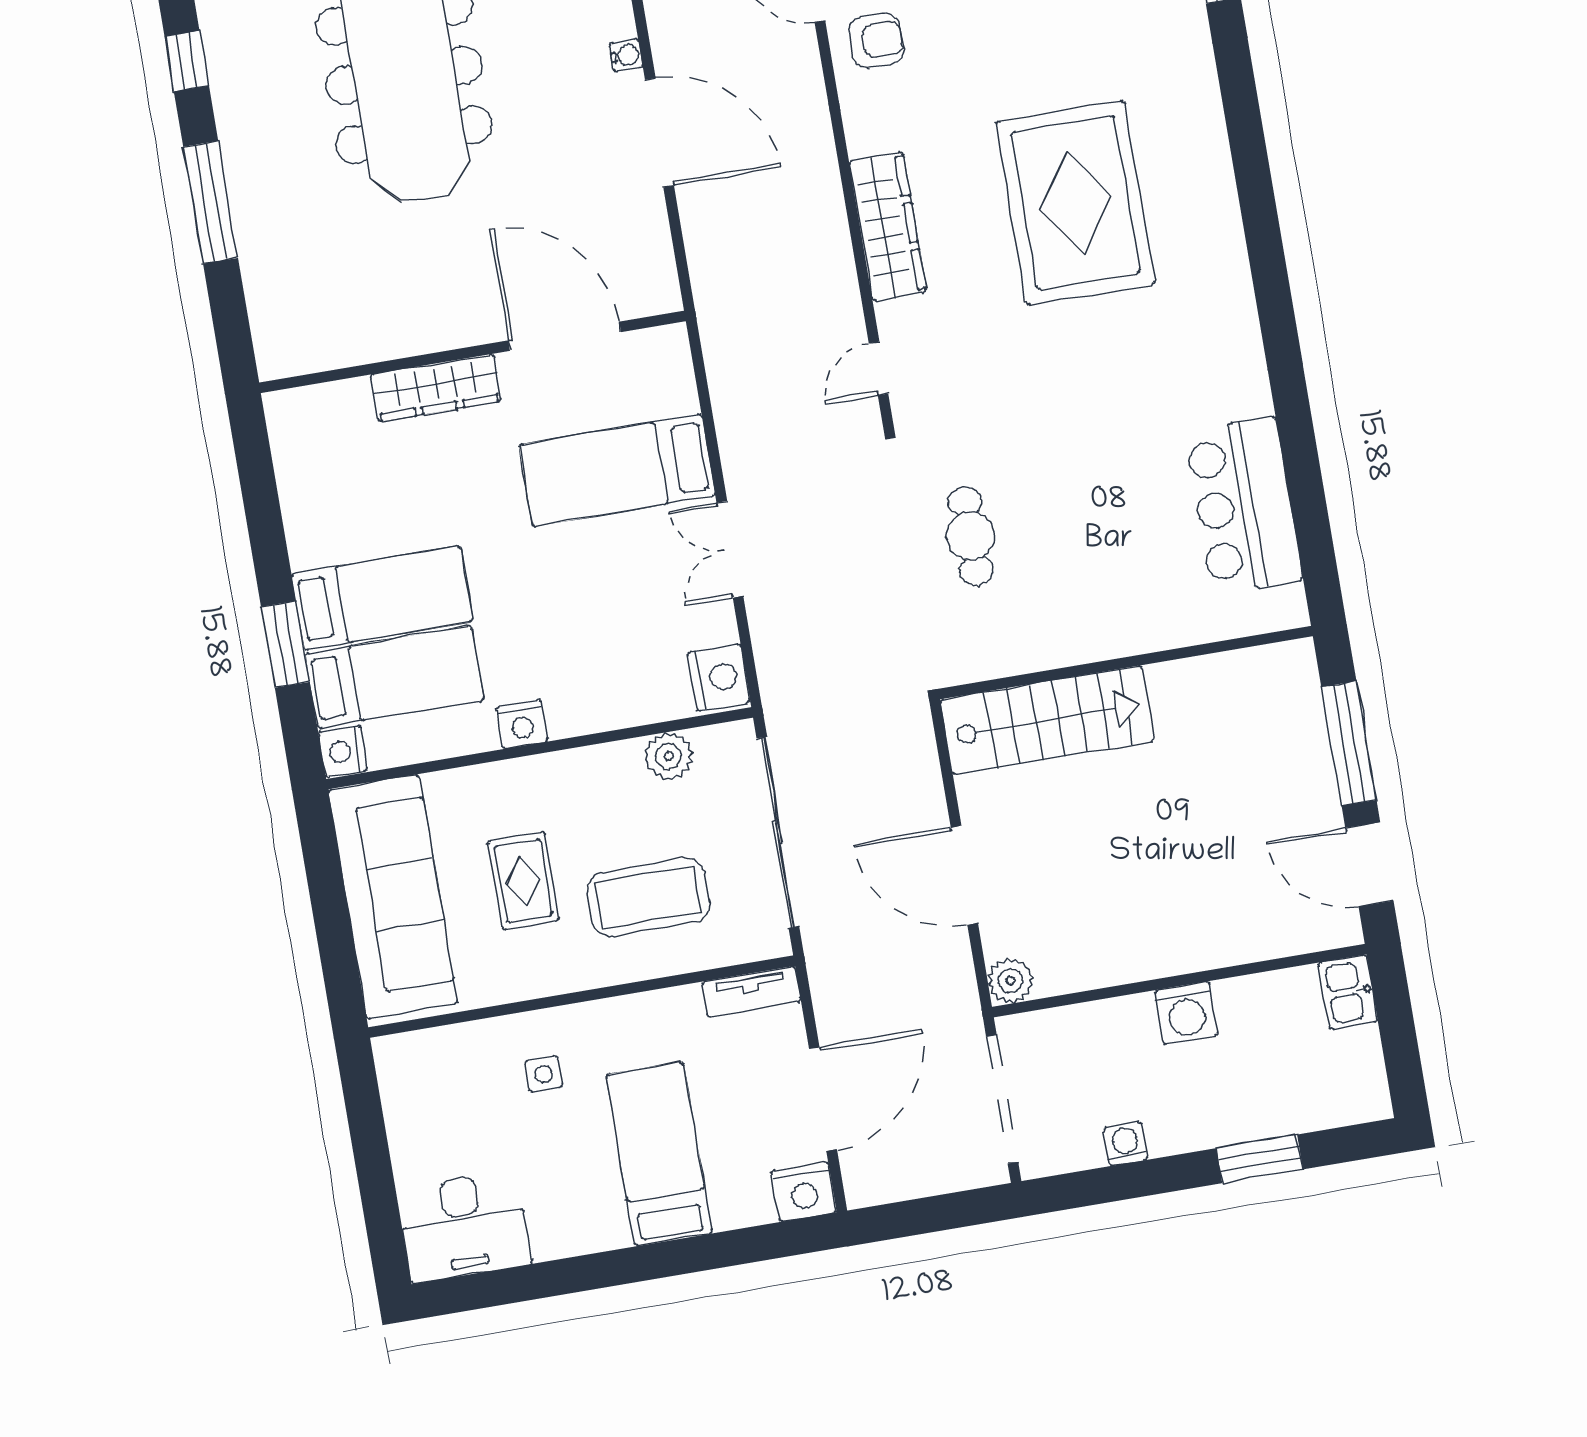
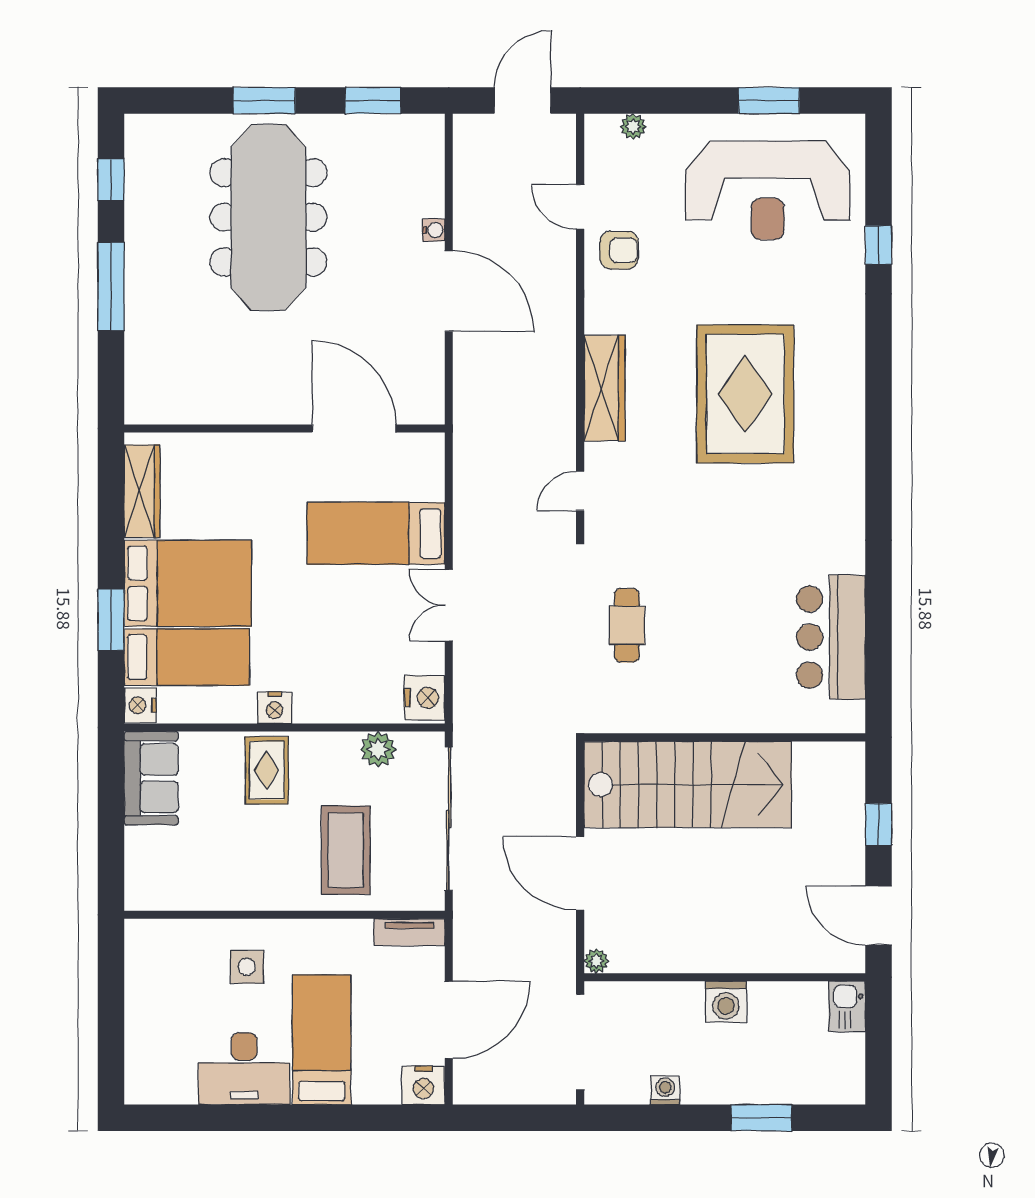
wardrobe: (436, 388) -> (142, 491), moved, turned -90
bed: (382, 598) -> (188, 583), width x1.50
stairs: (1047, 720) -> (688, 784), width x1.36, depth x1.51
window: (1349, 743) -> (879, 824), width x0.46
rug: (523, 881) -> (267, 770), moved
sofa: (393, 897) -> (151, 778), width x0.54, depth x0.79
coffee table: (648, 897) -> (346, 850), turned 90
plant: (1011, 981) -> (596, 961), width x0.73, depth x0.73
side table: (544, 1074) -> (247, 967), width x1.37, depth x1.37
desk: (464, 1226) -> (244, 1069), moved

